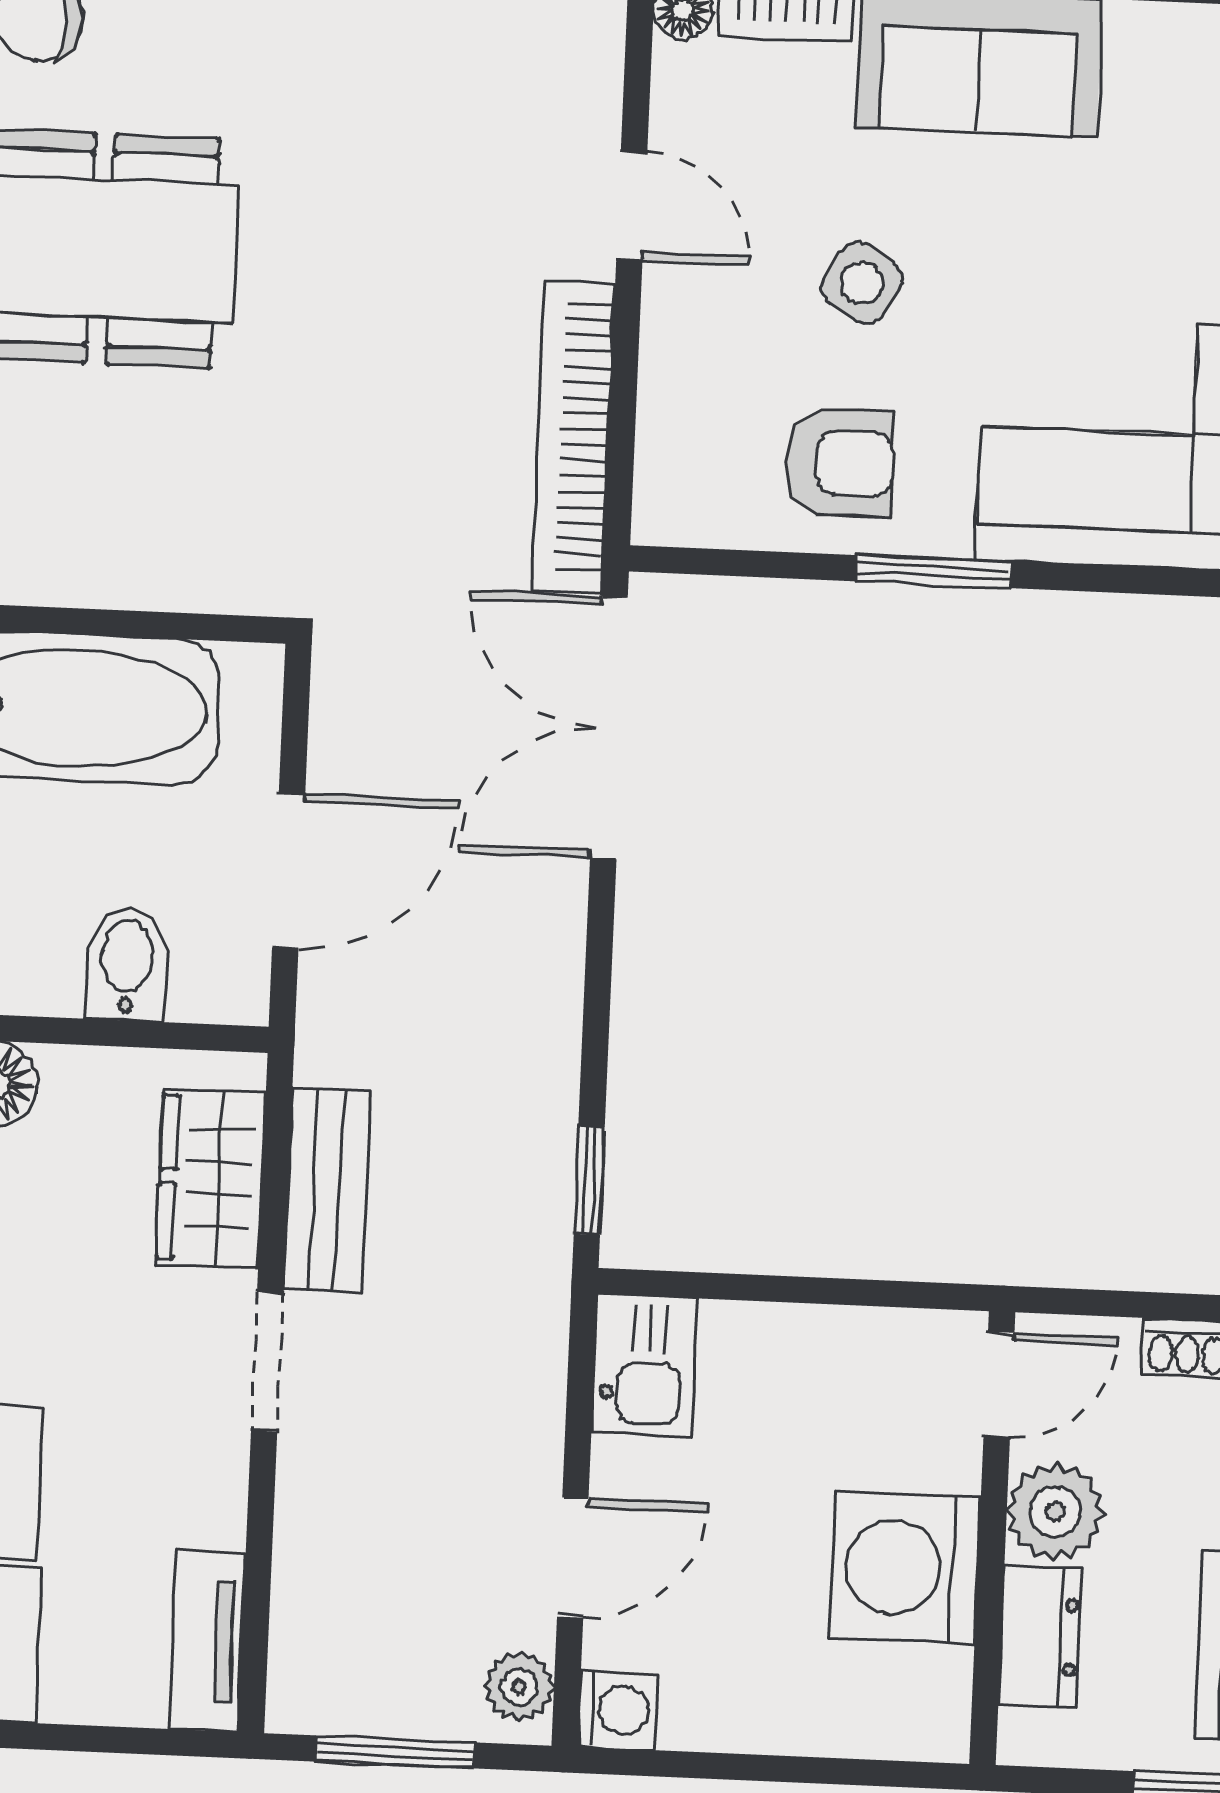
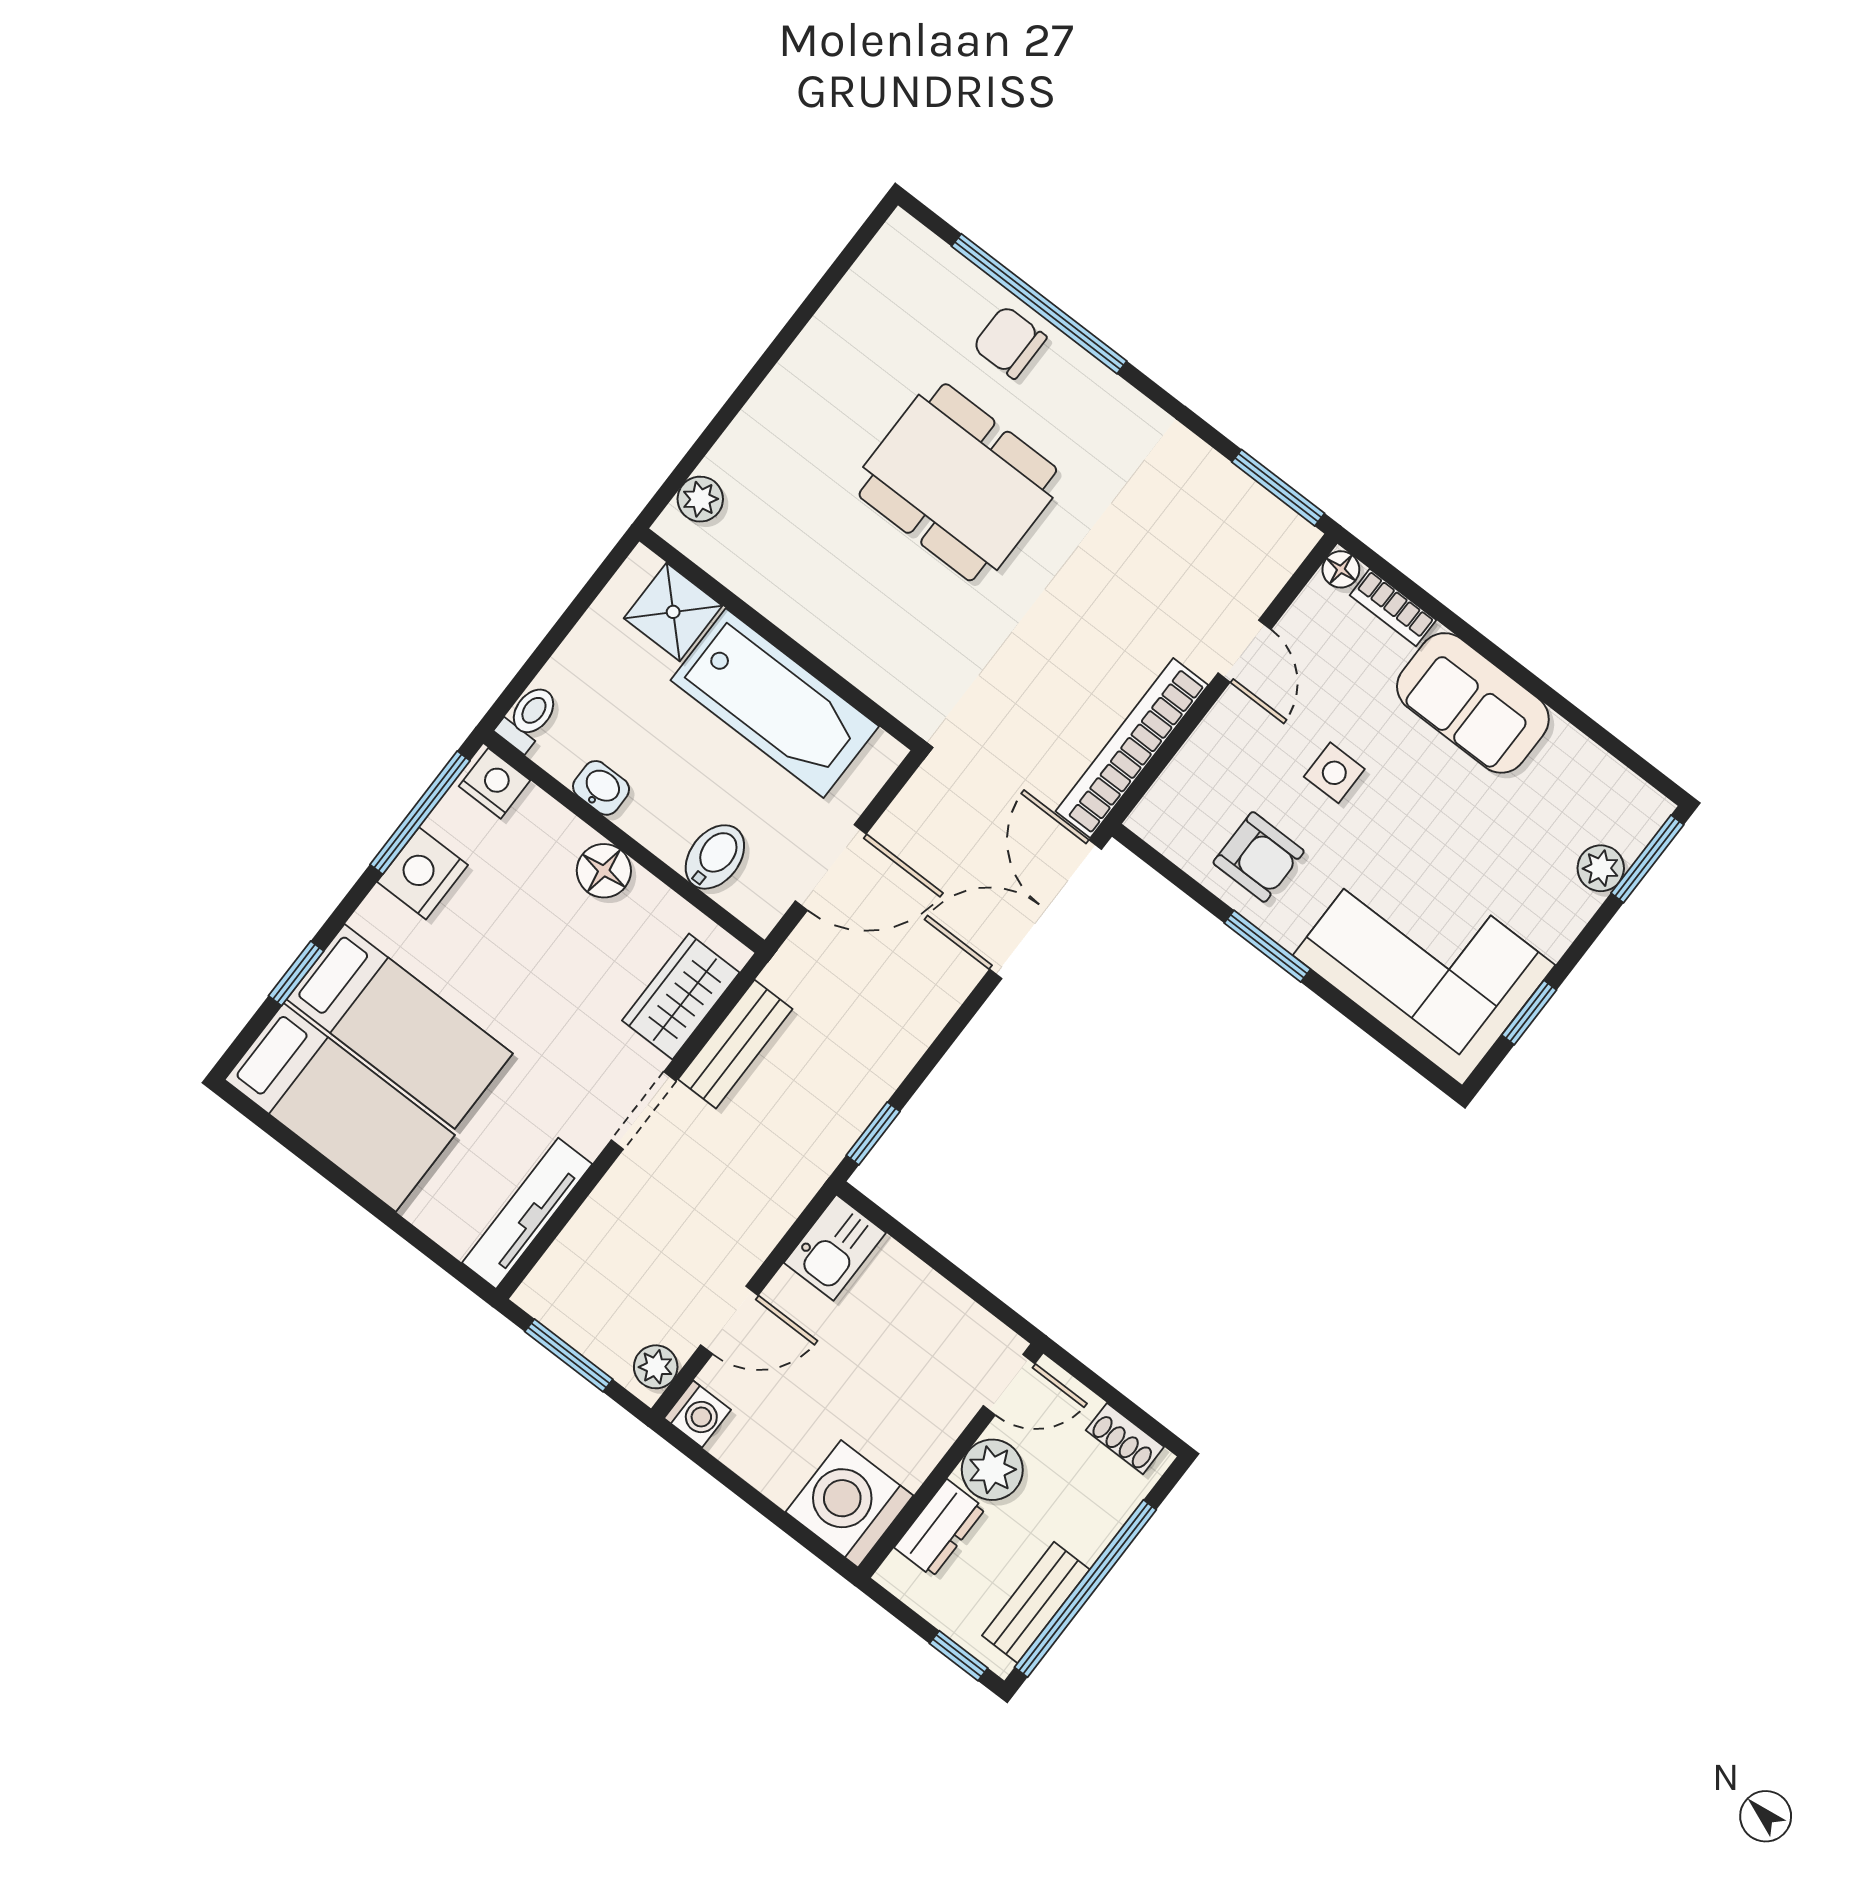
side table: (862, 283) -> (1334, 773), turned -31
washing machine: (905, 1567) -> (849, 1504), moved
tv unit: (208, 1641) -> (527, 1213), width x1.41

